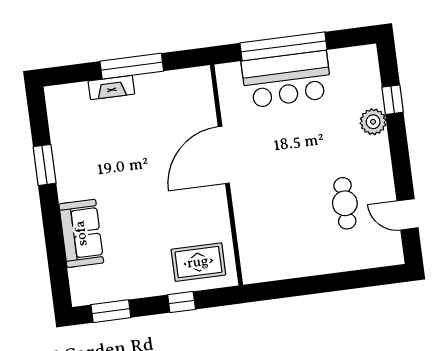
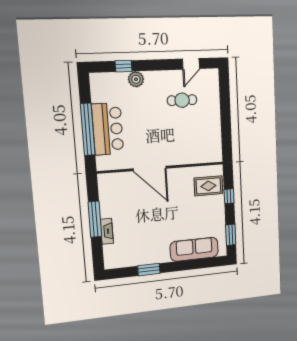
sofa: (81, 233) -> (194, 249), width x1.36
rug: (198, 262) -> (208, 186), turned 90

